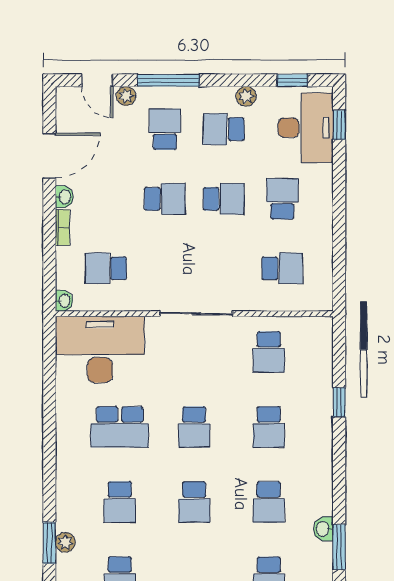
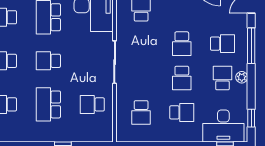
plant: (126, 96) -> (242, 21), removed
plant: (246, 96) -> (242, 77), moved
school desk: (269, 427) -> (48, 104), width x1.85

